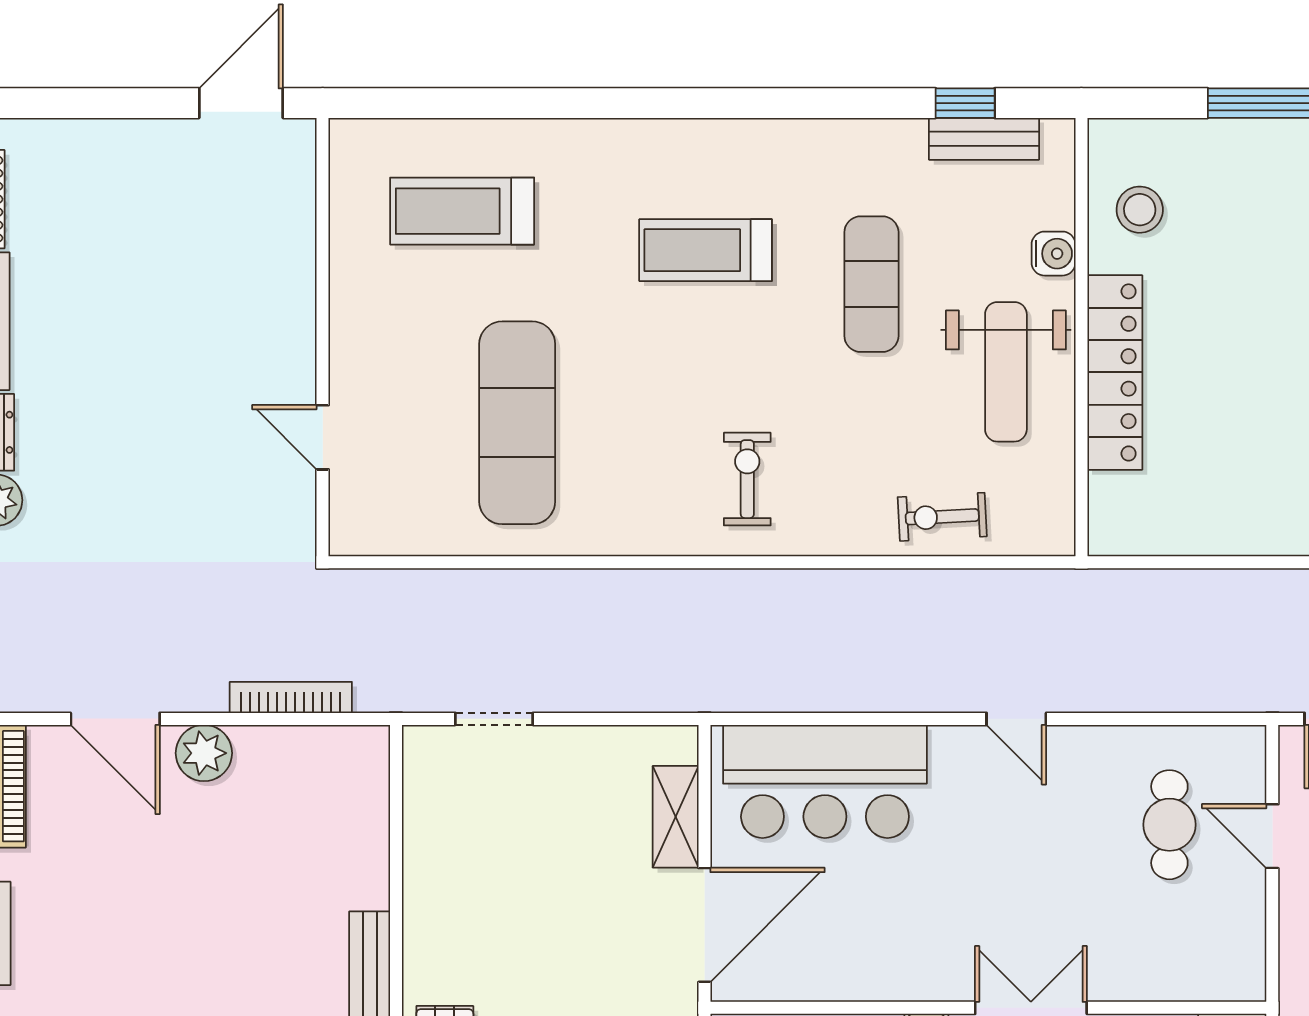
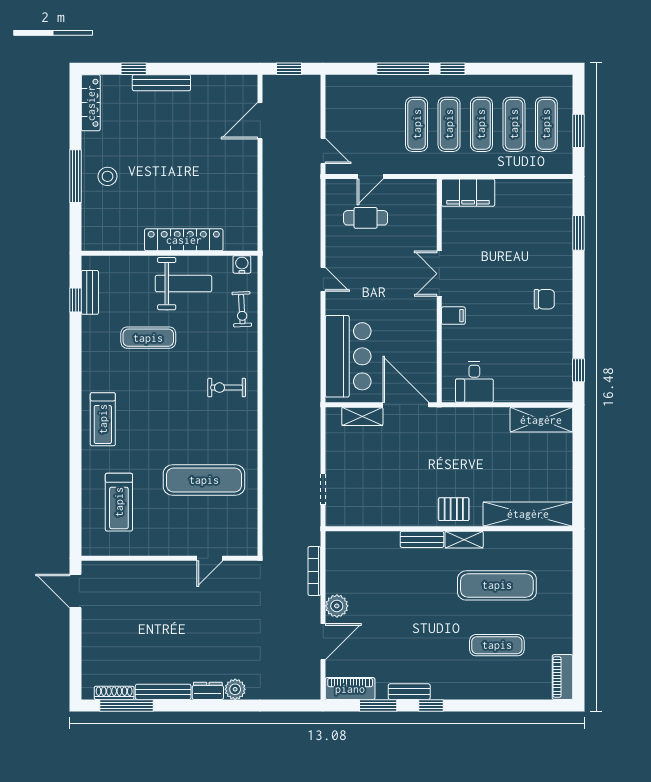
stool: (1140, 210) -> (108, 176), moved
treadmill: (706, 250) -> (103, 419), moved
water cooler: (1054, 254) -> (242, 264), moved
door: (1016, 719) -> (323, 279), hinge flipped

